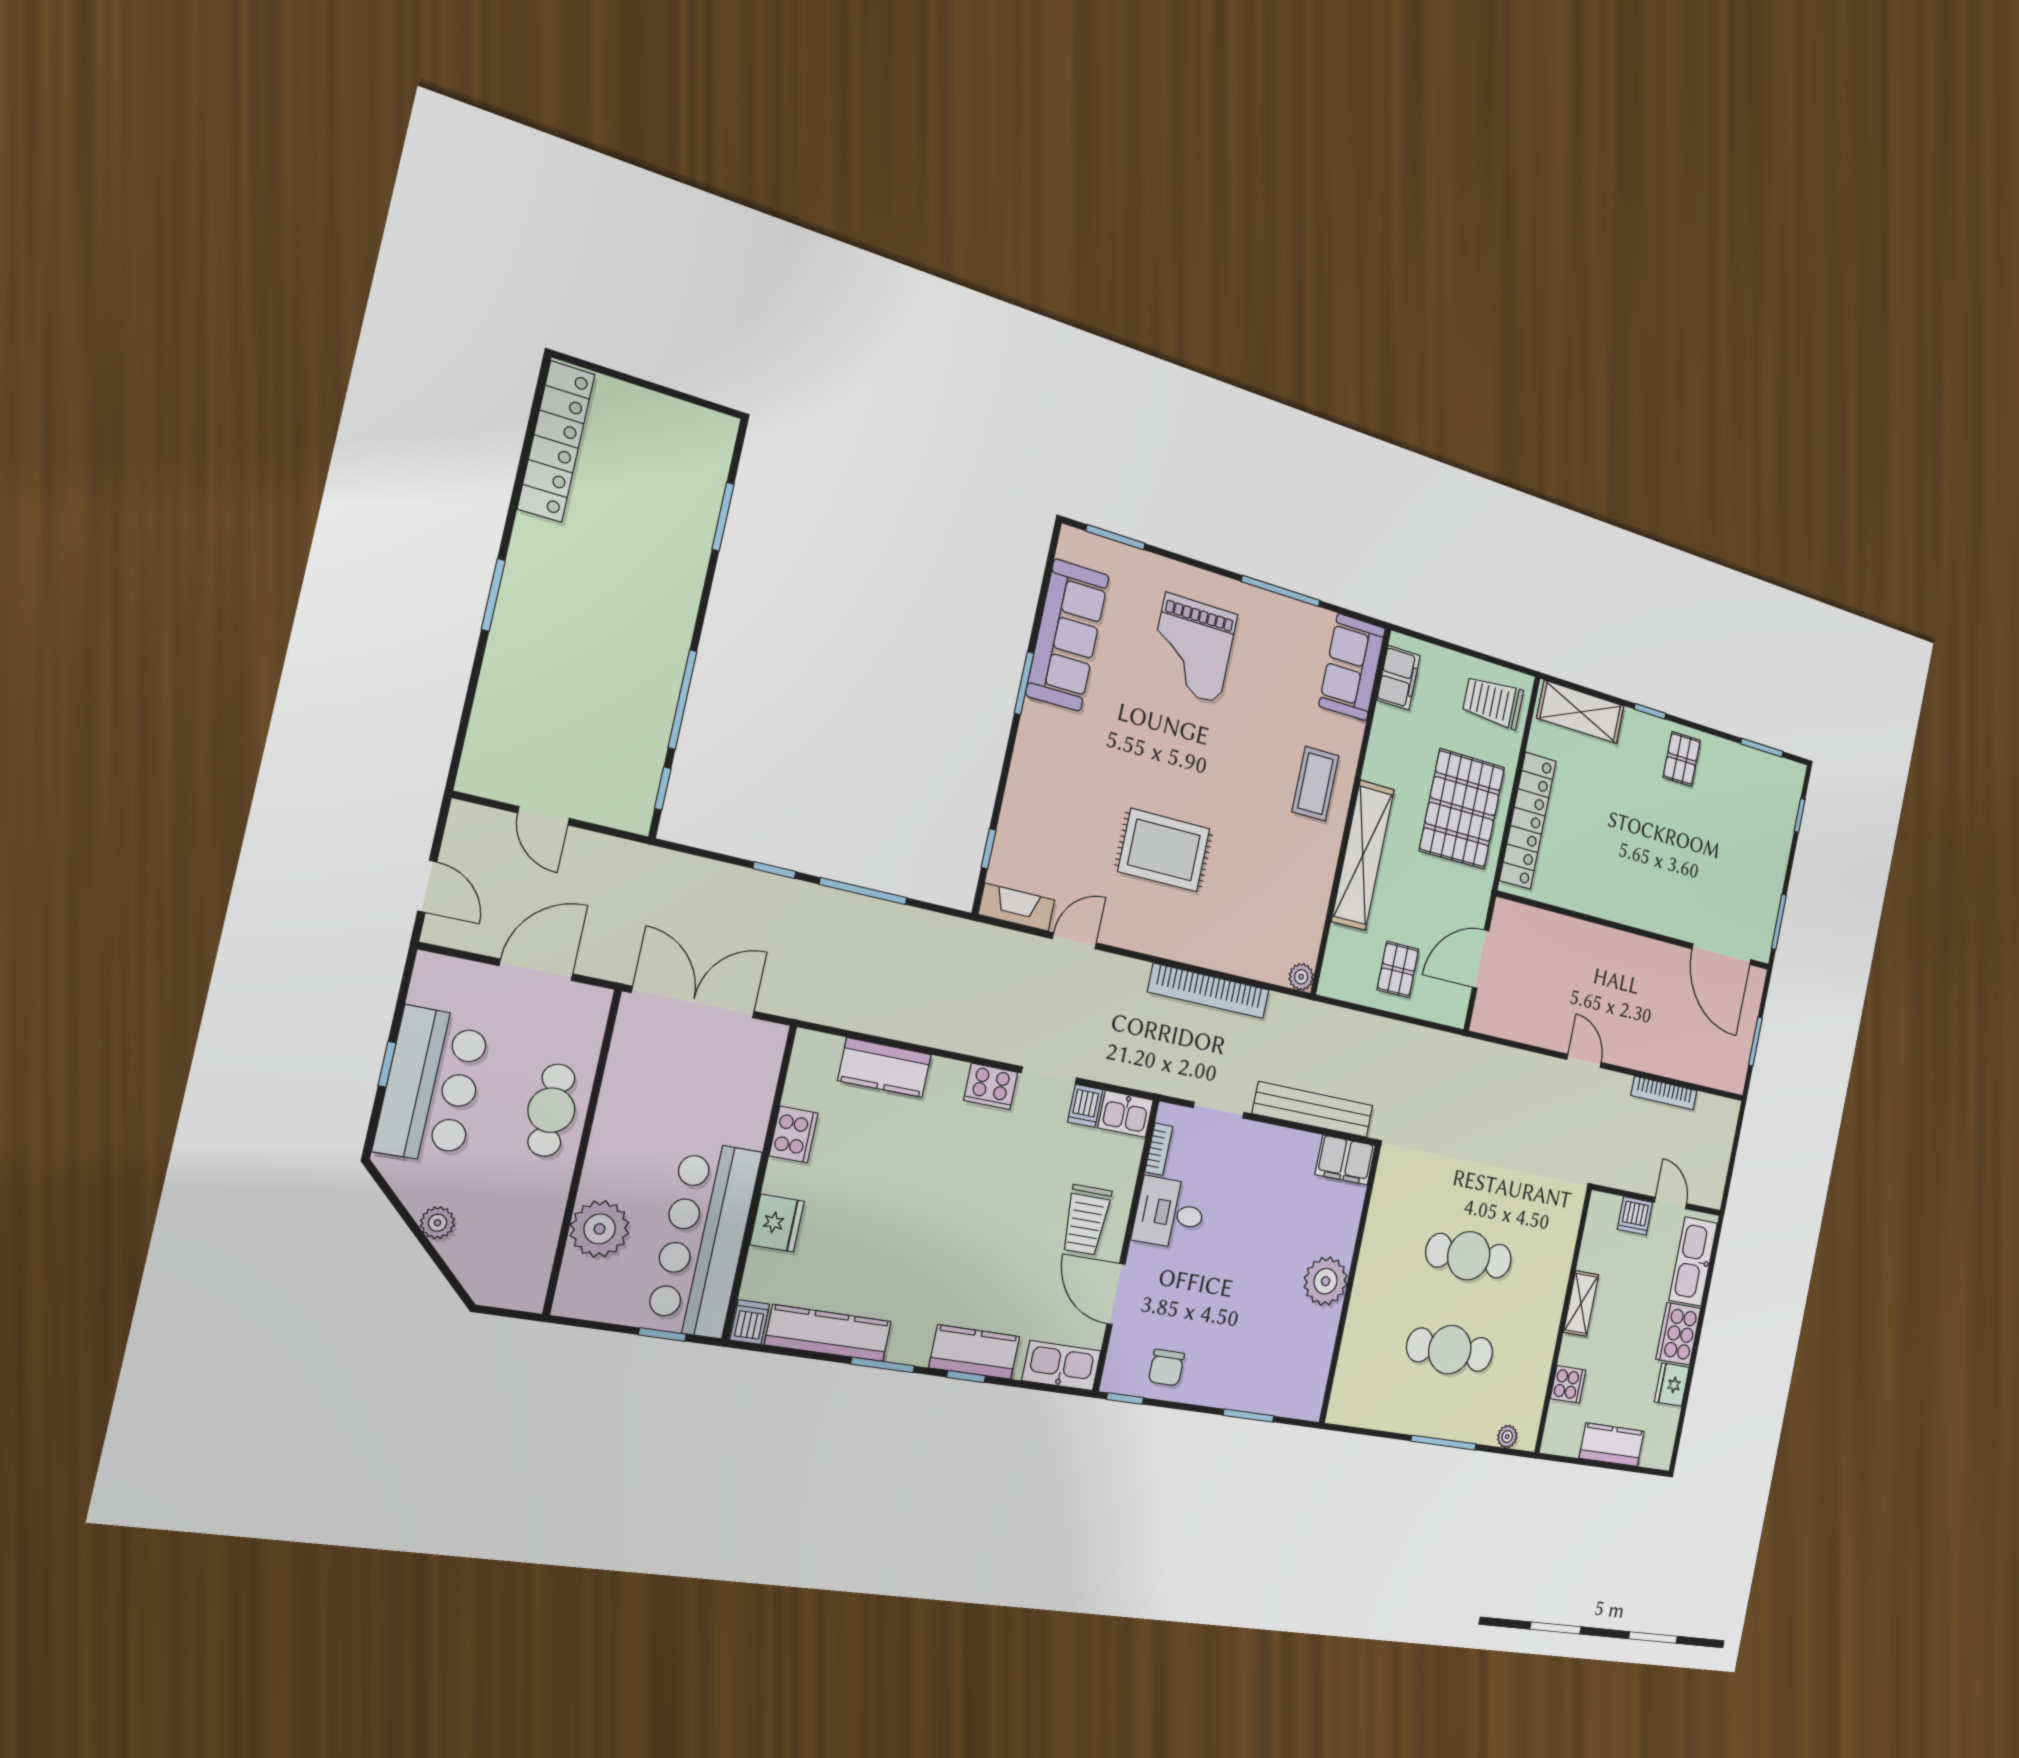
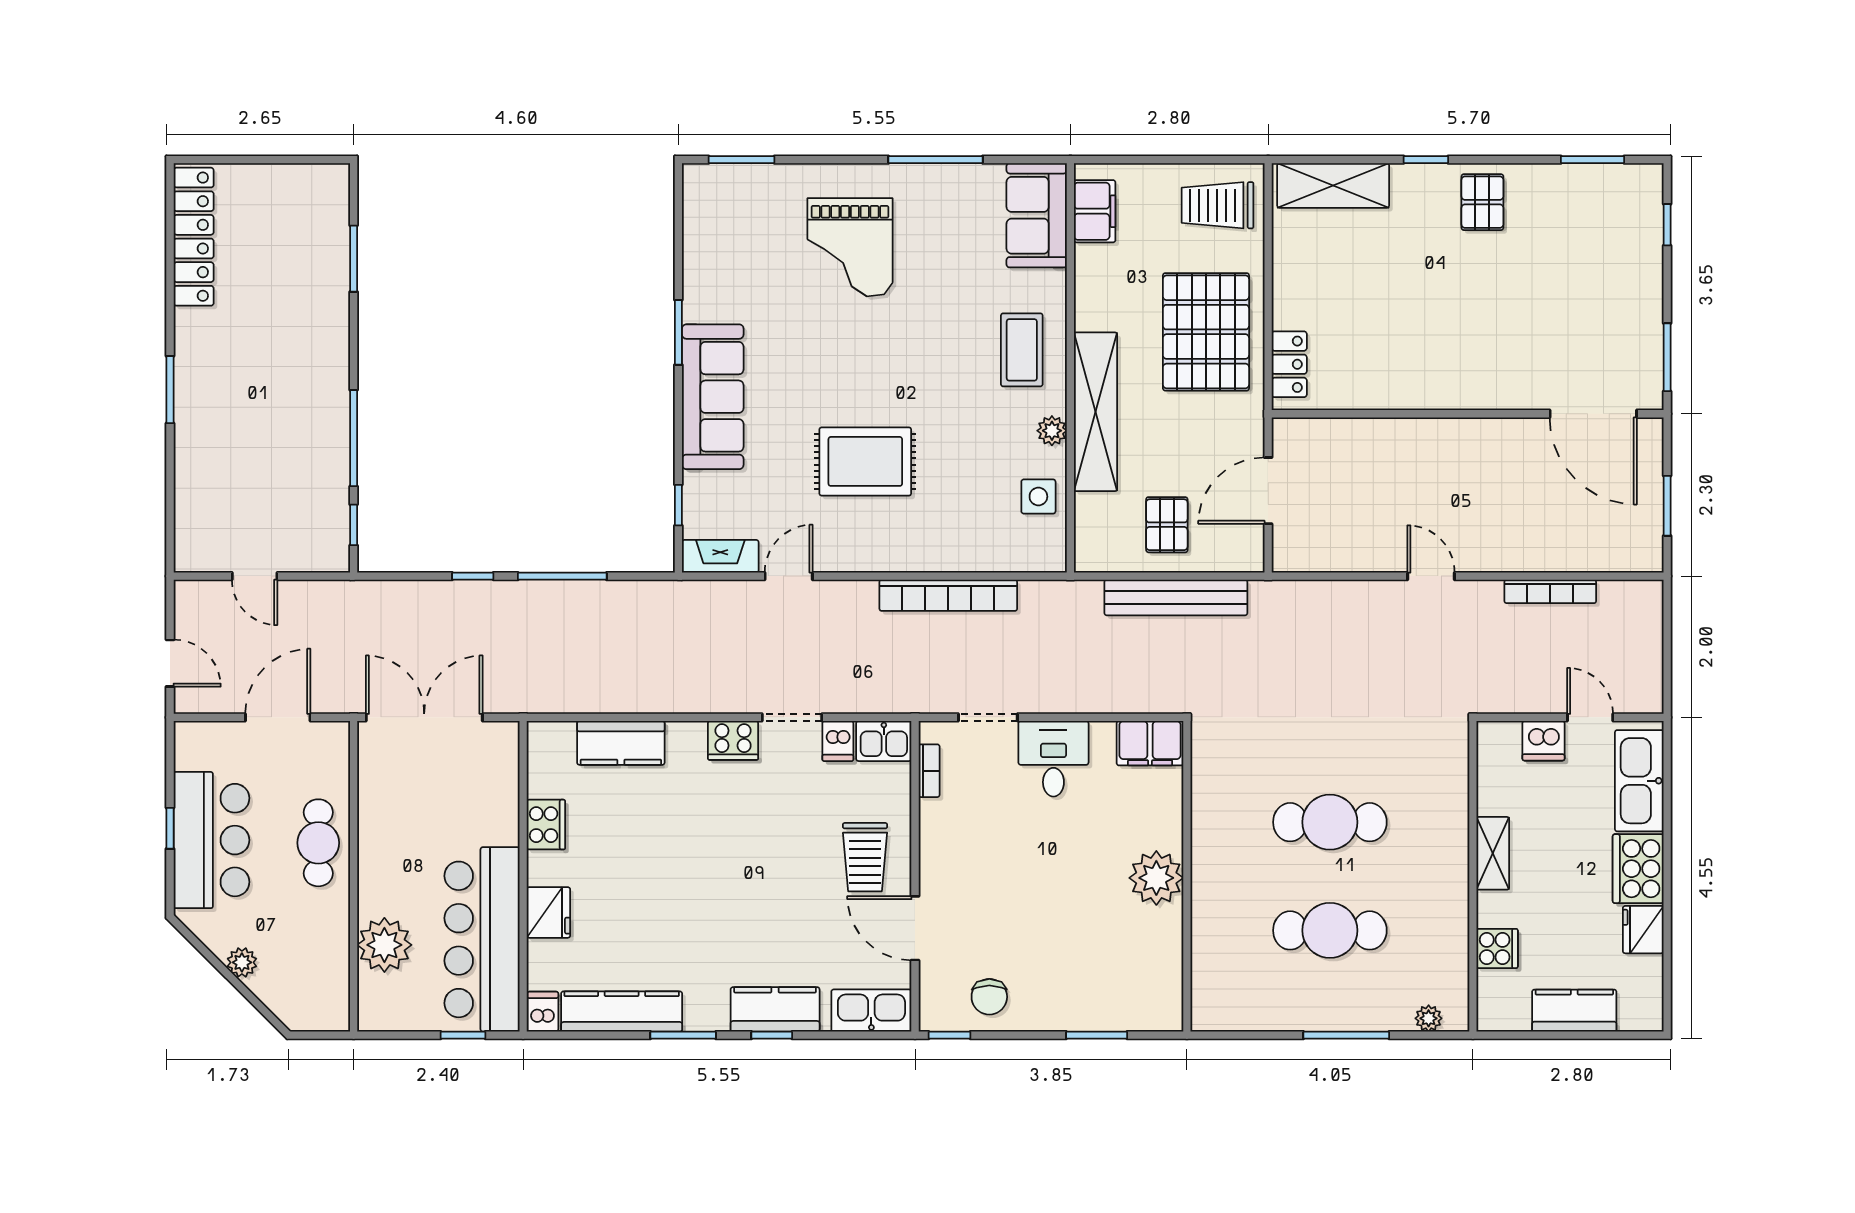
sofa: (1067, 635) -> (713, 397), moved
locker: (1528, 821) -> (1289, 364), width x0.46, depth x0.83
side table: (1302, 919) -> (1038, 497), added
plant: (1301, 977) -> (1052, 431), moved
bench: (1313, 1110) -> (1176, 598), moved
desk: (1170, 1213) -> (1053, 759), moved, turned 90

